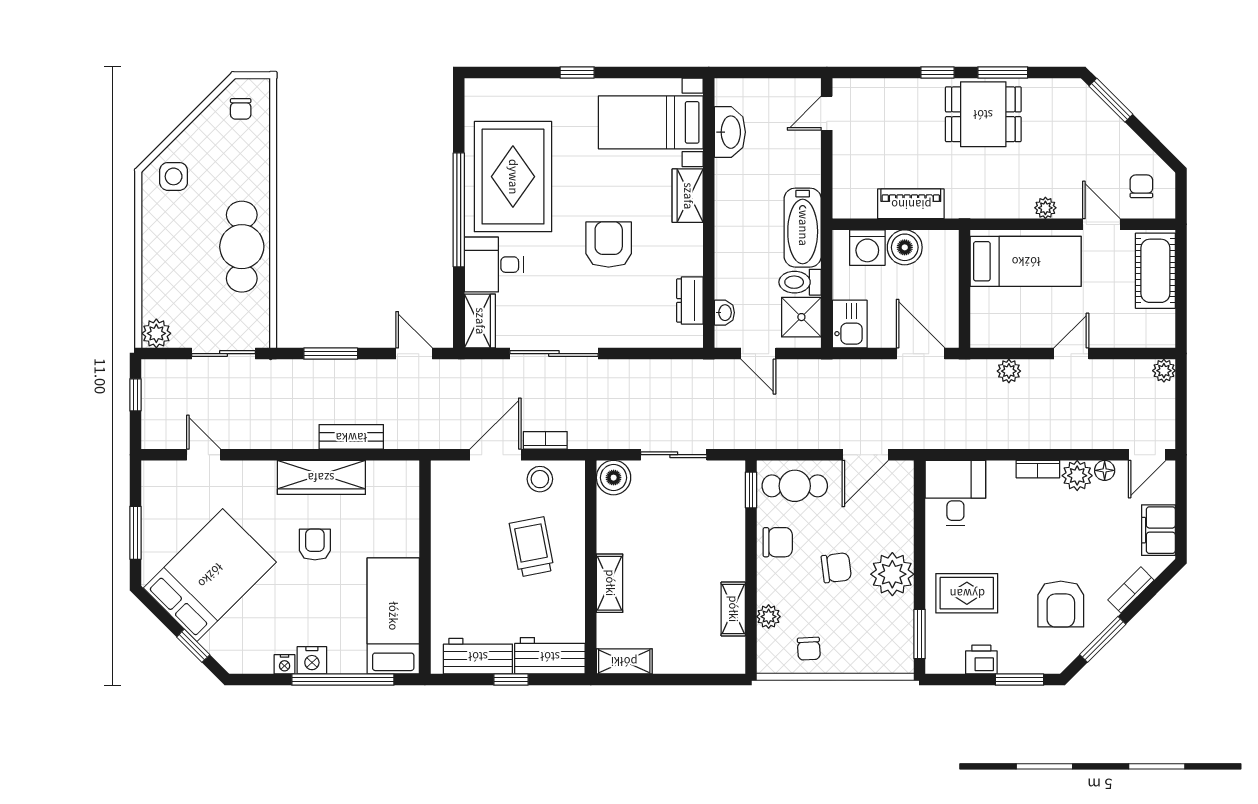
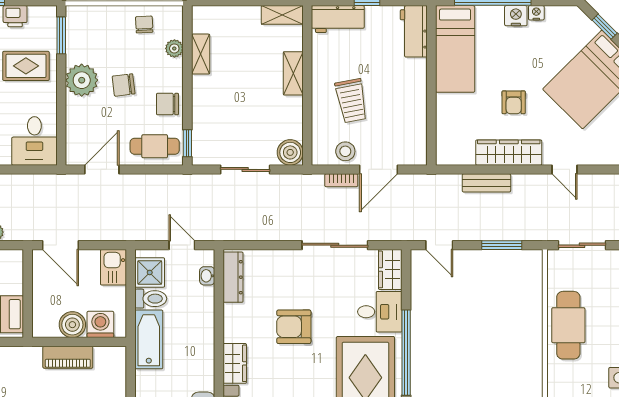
armchair: (609, 244) -> (294, 327), turned 90
dresser: (690, 301) -> (233, 277), width x1.44
door: (204, 455) -> (564, 169), moved
workbench: (478, 656) -> (414, 31), moved, turned 90

